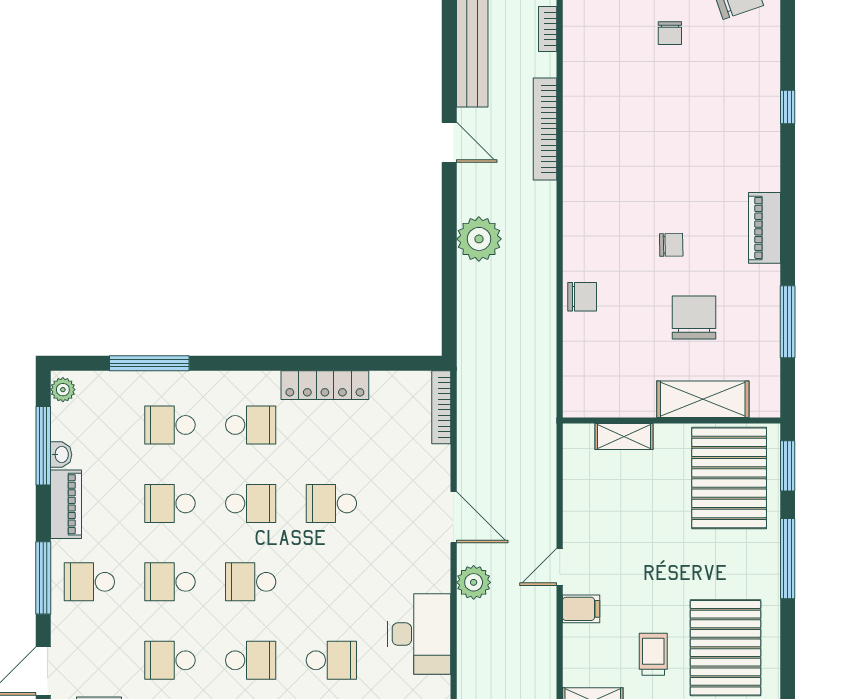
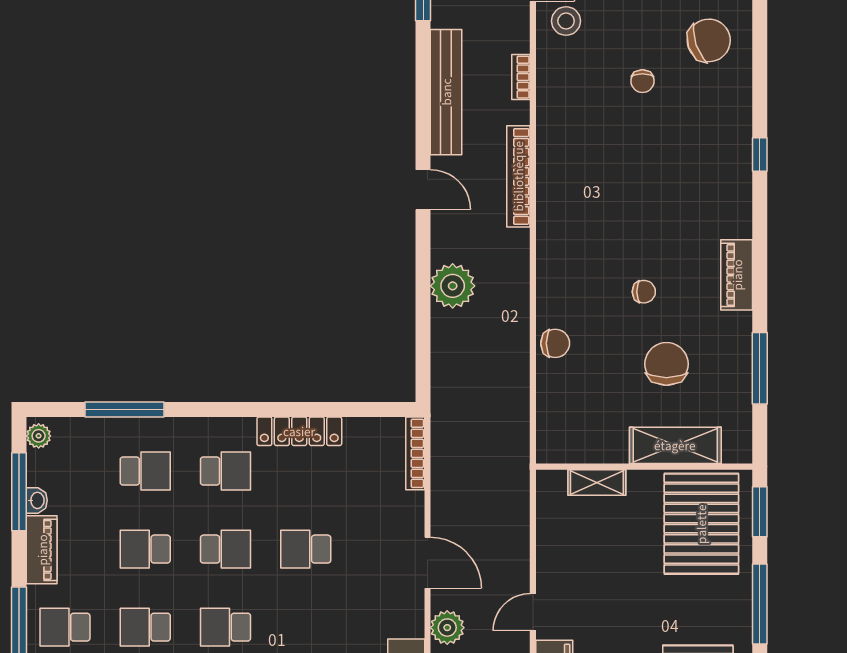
school desk: (170, 425) -> (145, 471), turned 180

